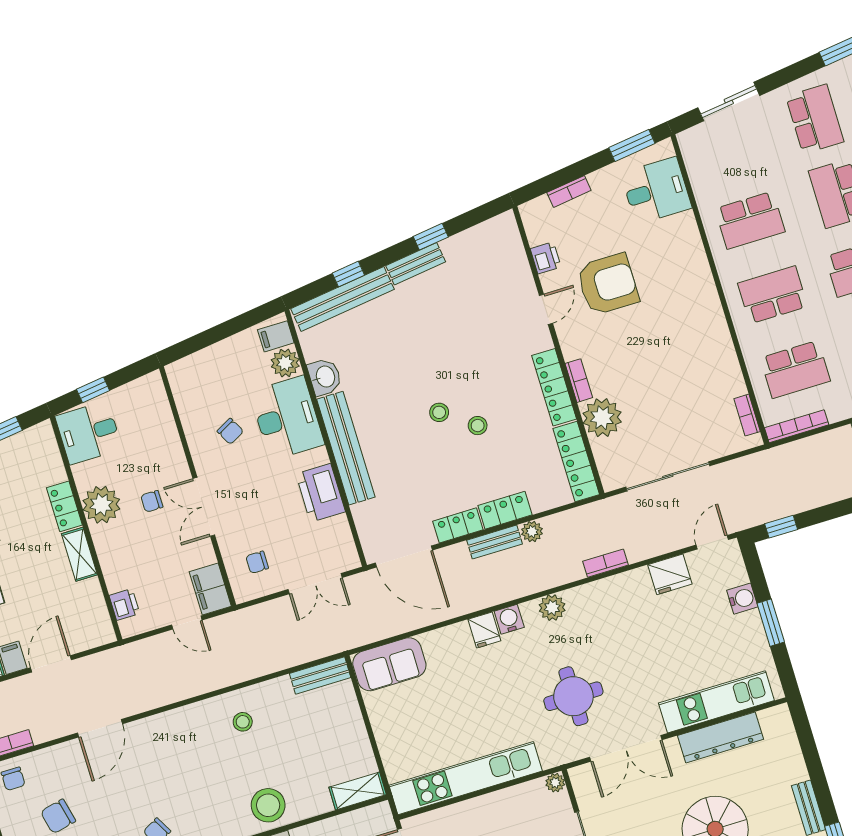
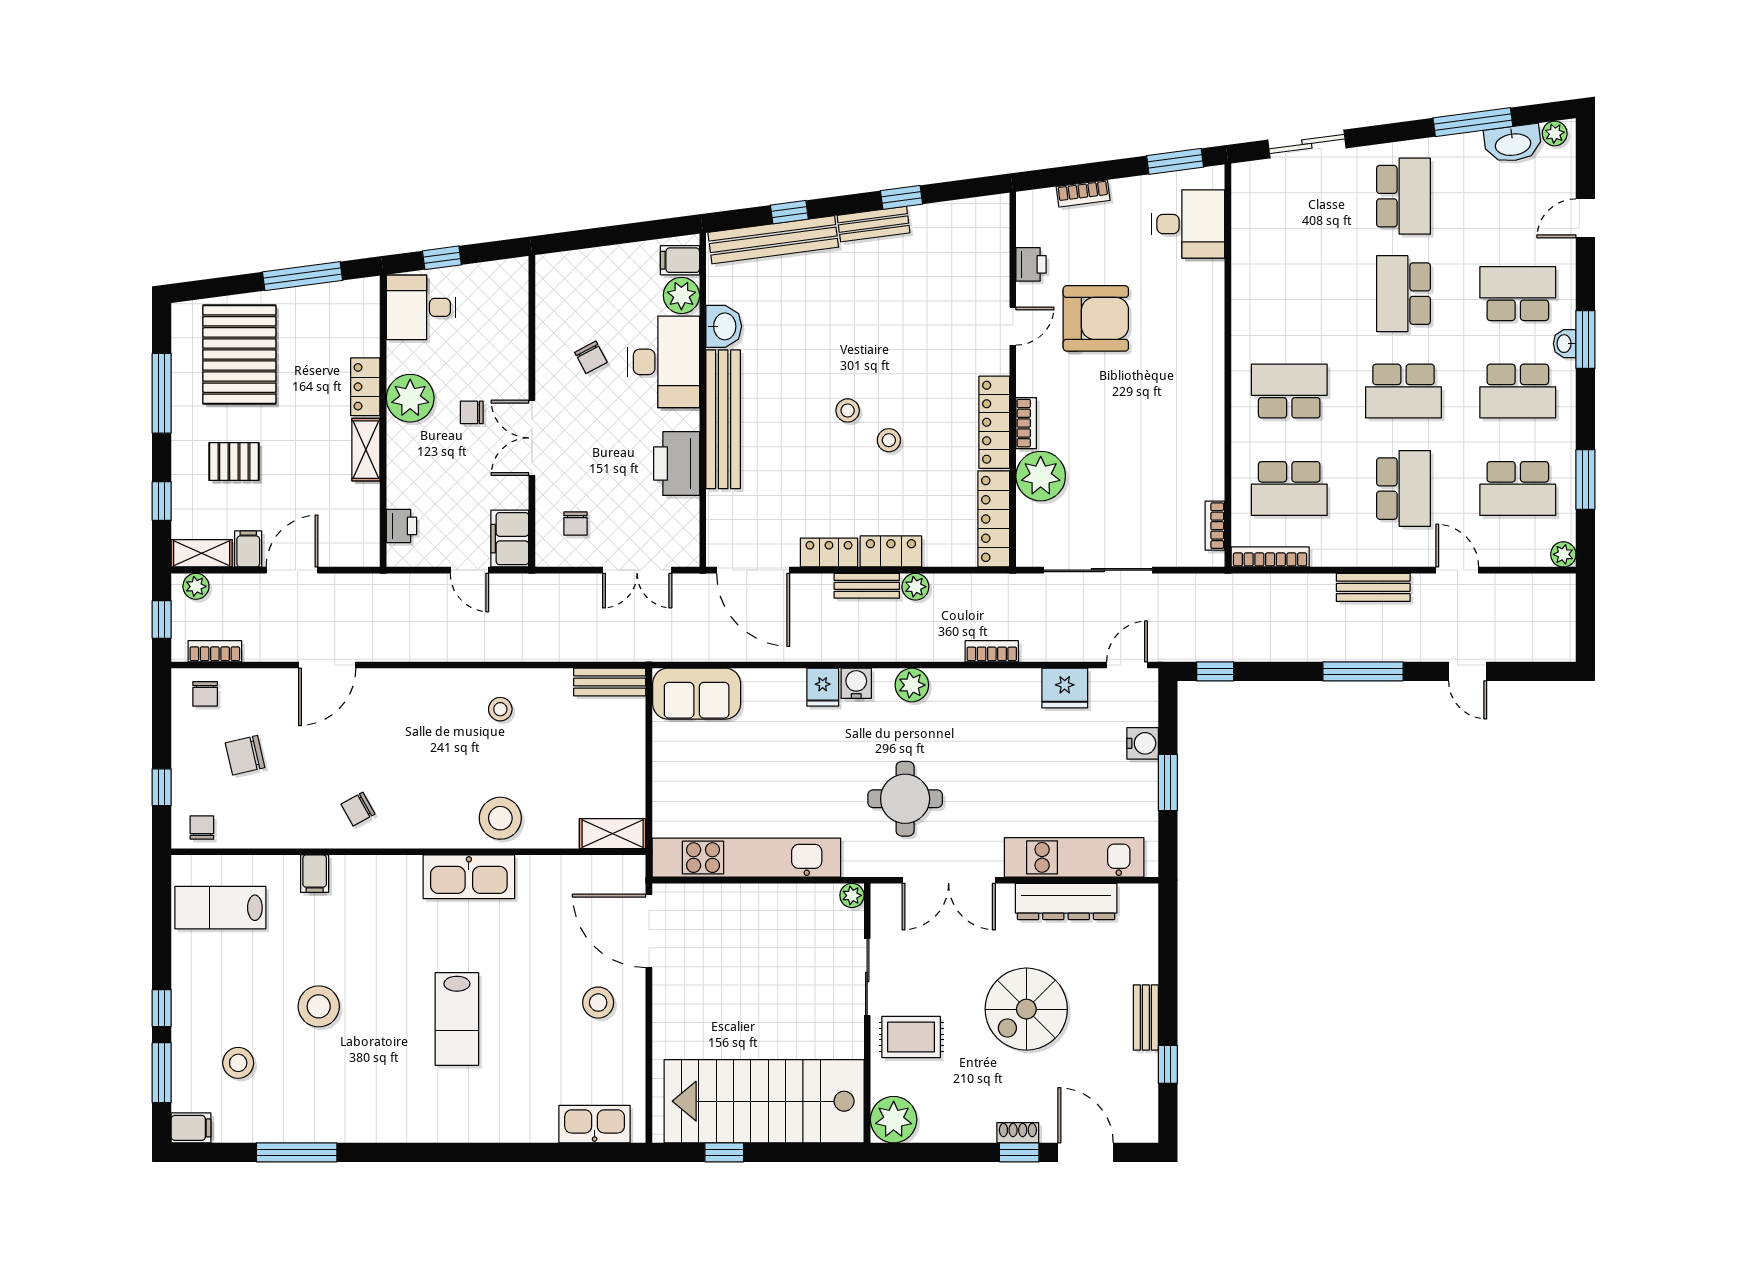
school desk: (750, 220) -> (1289, 294), removed
chair: (257, 562) -> (575, 524), turned -90

